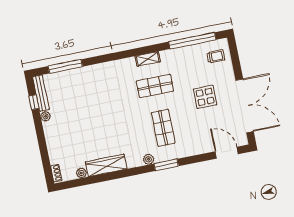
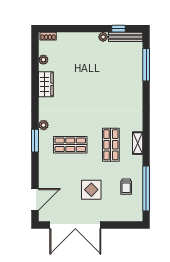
trolley: (216, 56) -> (126, 187), moved
wardrobe: (106, 165) -> (46, 84), width x0.67

